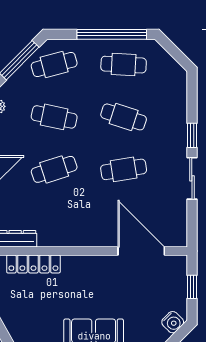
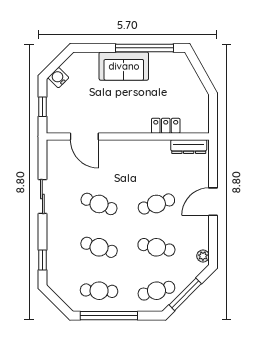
window: (192, 135) -> (42, 260), moved
cafe table: (124, 169) -> (99, 204), turned 30
door: (141, 251) -> (84, 136), width x0.73
locker: (33, 264) -> (166, 126), width x0.66

